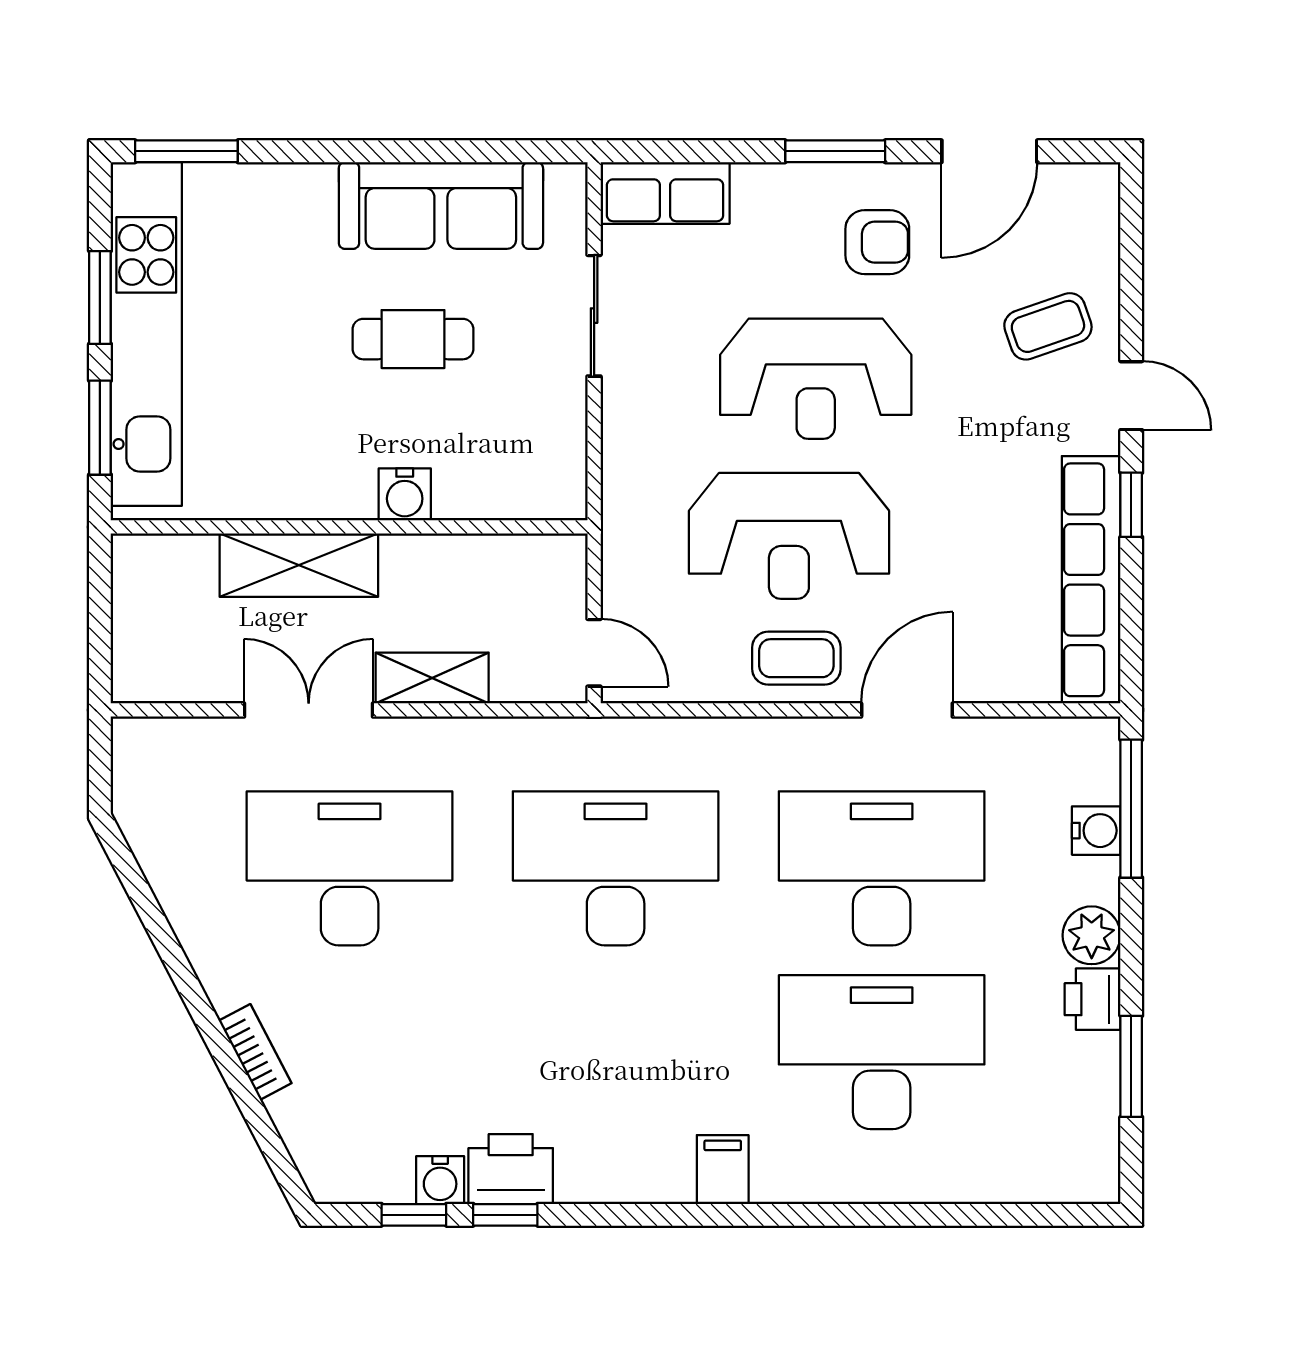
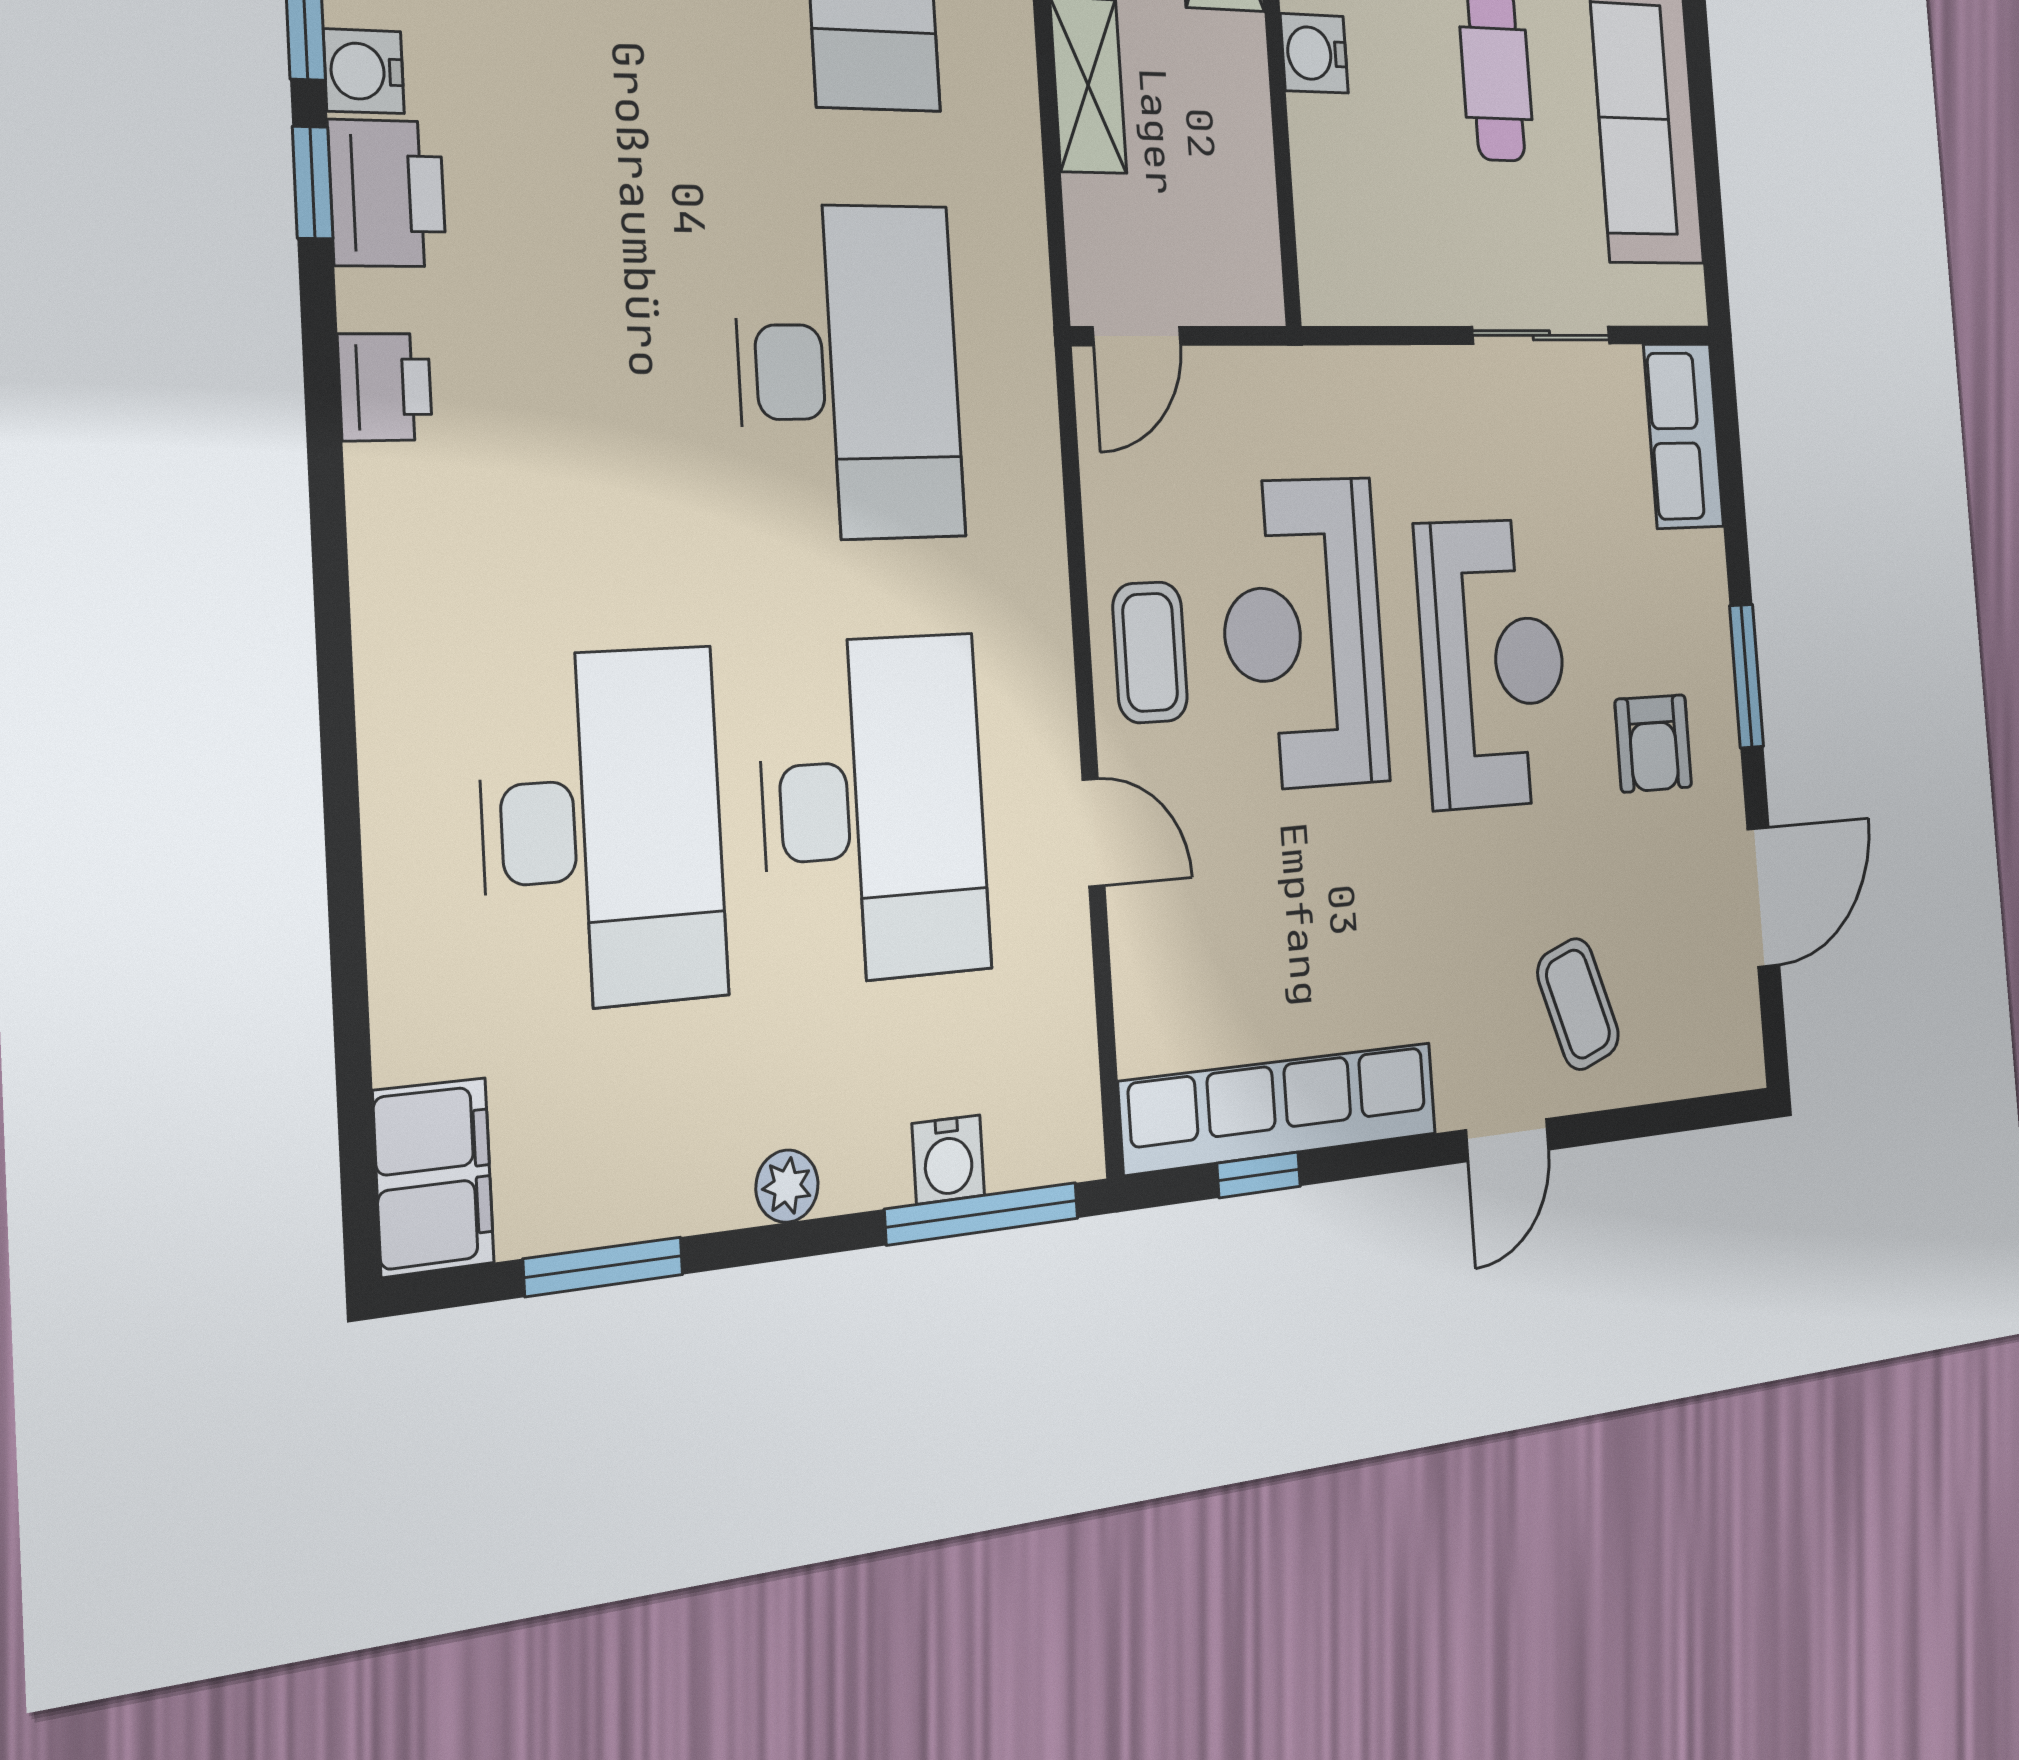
door: (989, 151) -> (1763, 897), swing flipped
reception desk: (816, 379) -> (1493, 663), turned 180
window: (1131, 505) -> (1259, 1175), moved
door: (907, 710) -> (1093, 832), width x0.73
plant: (1092, 935) -> (787, 1186), width x0.73, depth x0.73
printer: (1093, 999) -> (385, 387), moved, turned 90
filing cabinet: (723, 1170) -> (434, 1177), moved, width x2.00

